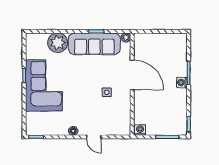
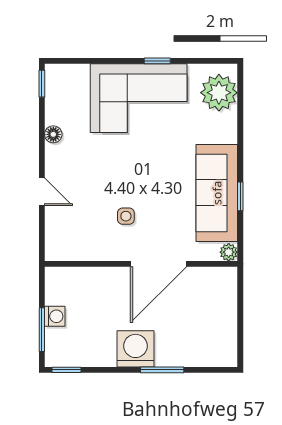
plant: (58, 43) -> (219, 93), moved
washing machine: (182, 83) -> (135, 349), width x1.89, depth x1.89
washing machine: (140, 130) -> (55, 316), moved
floor lamp: (73, 131) -> (53, 134), moved
door: (94, 137) -> (42, 192), swing flipped

